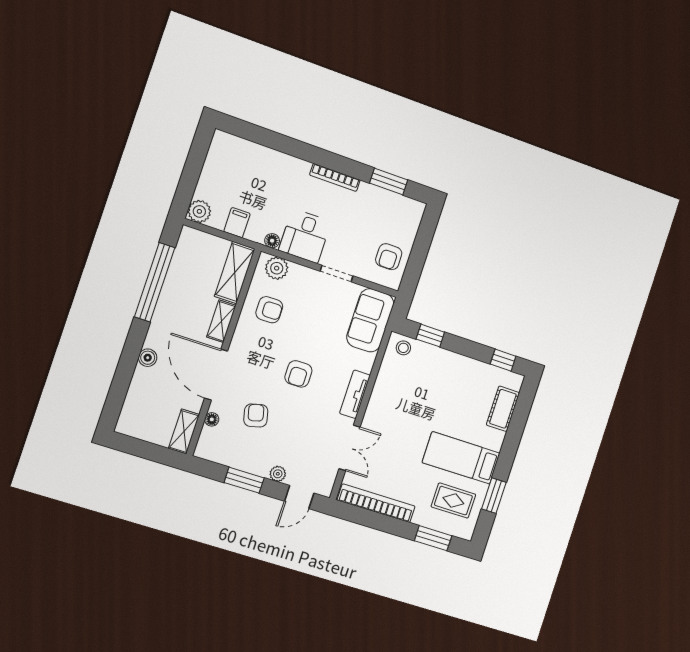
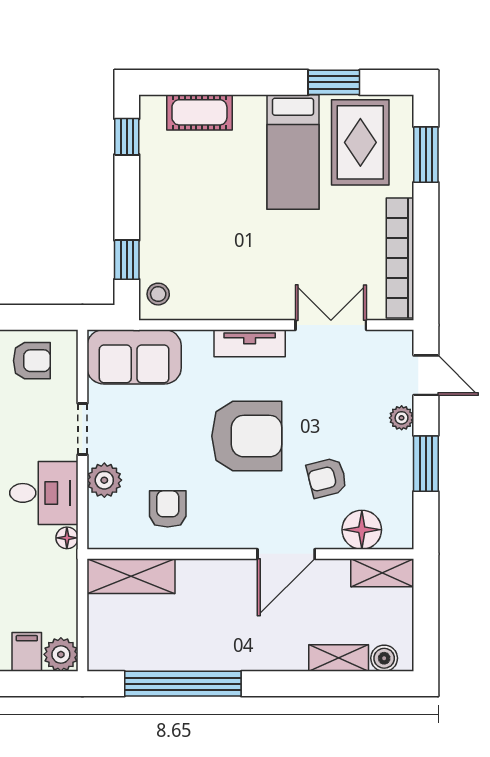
filing cabinet: (237, 223) -> (27, 652), moved, turned 90
plant: (277, 268) -> (104, 480), moved
shelving: (221, 321) -> (339, 658), moved
boiler: (148, 358) -> (384, 658), moved
armchair: (298, 374) -> (247, 436), width x1.88, depth x1.88
door: (216, 375) -> (286, 554), width x0.73
floor lamp: (212, 419) -> (362, 530), width x1.89, depth x1.89
rug: (453, 501) -> (360, 142), width x1.36, depth x1.43

